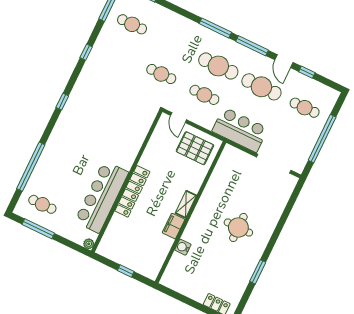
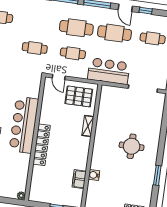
bar counter: (102, 197) -> (24, 125), moved
shelving: (186, 204) -> (88, 126), moved
filing cabinet: (174, 226) -> (79, 179), moved

